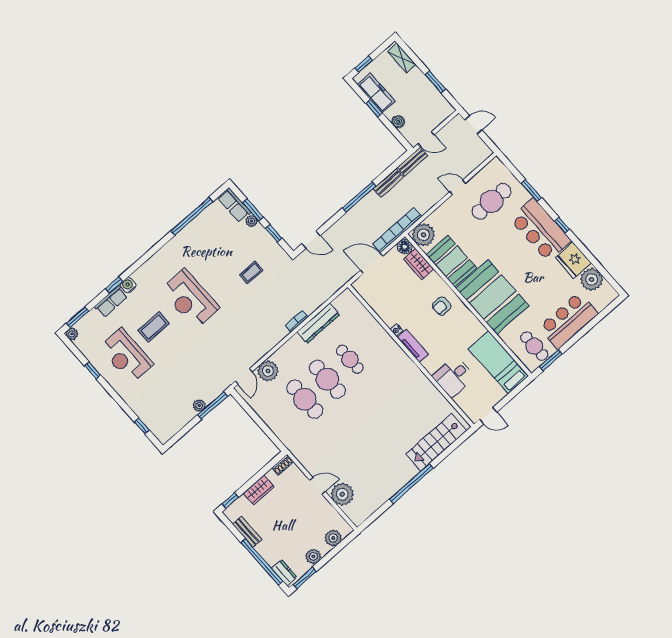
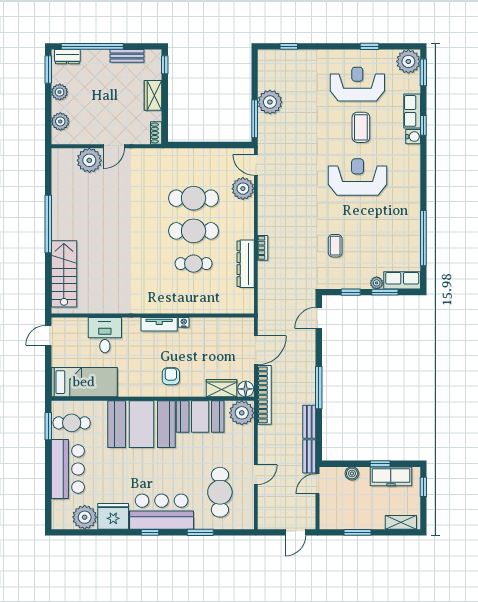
plant: (72, 334) -> (408, 61), width x1.87, depth x1.87
plant: (199, 406) -> (270, 102), width x1.88, depth x1.88

